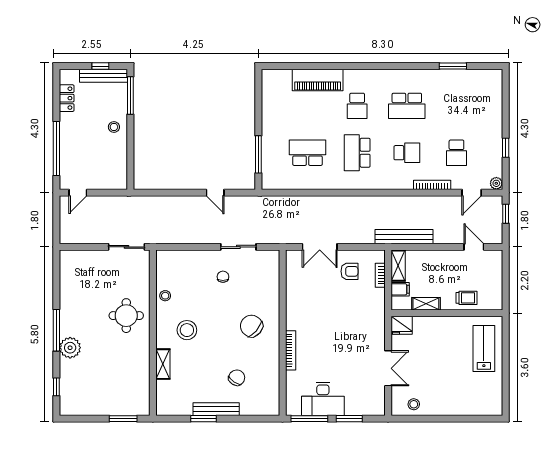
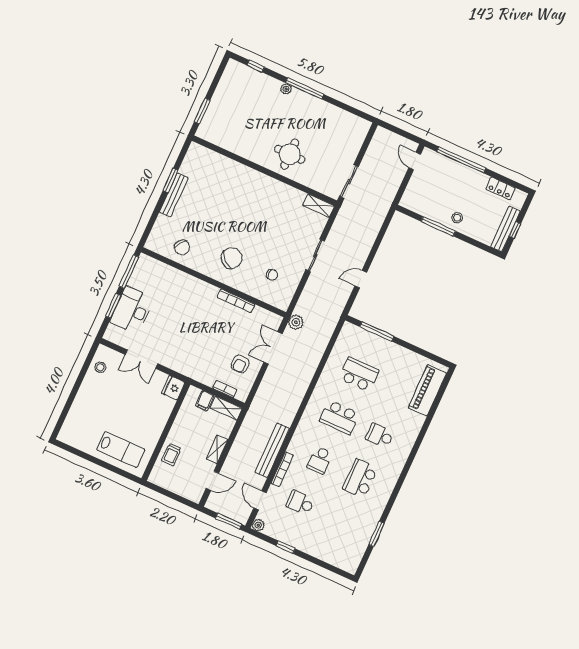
piano: (318, 80) -> (427, 390), moved
window: (130, 95) -> (438, 226), moved
school desk: (307, 153) -> (359, 374), turned -90
school desk: (357, 153) -> (339, 417), turned 180
window: (506, 214) -> (229, 521), width x1.50
plant: (285, 236) -> (296, 322), added
bench: (404, 237) -> (272, 450), moved
sliding door: (238, 247) -> (315, 255), moved
chair: (223, 277) -> (272, 275), moved
stool: (165, 296) -> (292, 196), removed
shelving: (426, 304) -> (217, 449), moved
stool: (187, 330) -> (253, 201), removed
plant: (70, 348) -> (286, 89), width x0.53, depth x0.53
bookcase: (291, 350) -> (236, 301), moved
shelving: (163, 364) -> (319, 206), moved
chair: (237, 378) -> (182, 247), moved
desk: (323, 399) -> (132, 310), moved

